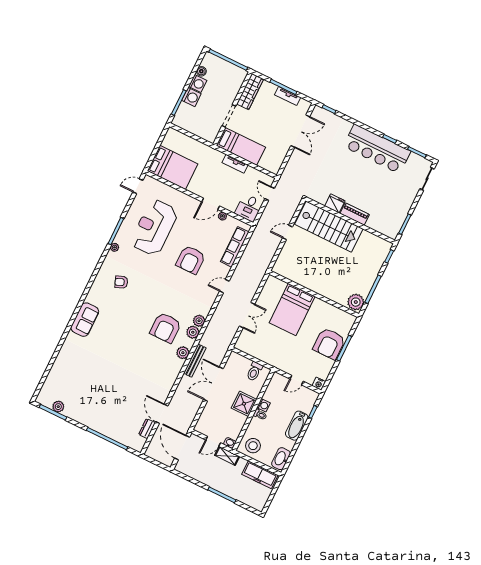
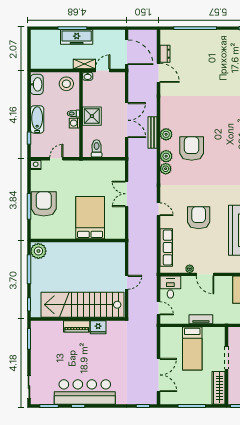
tv unit: (288, 96) -> (184, 400), removed
double door: (300, 131) -> (158, 375), swing flipped
bed: (241, 146) -> (192, 349), moved, turned -90
door: (211, 204) -> (205, 274), swing flipped
stairs: (329, 227) -> (82, 305), width x1.36
door: (224, 286) -> (158, 209), hinge flipped
freezer: (260, 475) -> (77, 37), moved, turned 180

